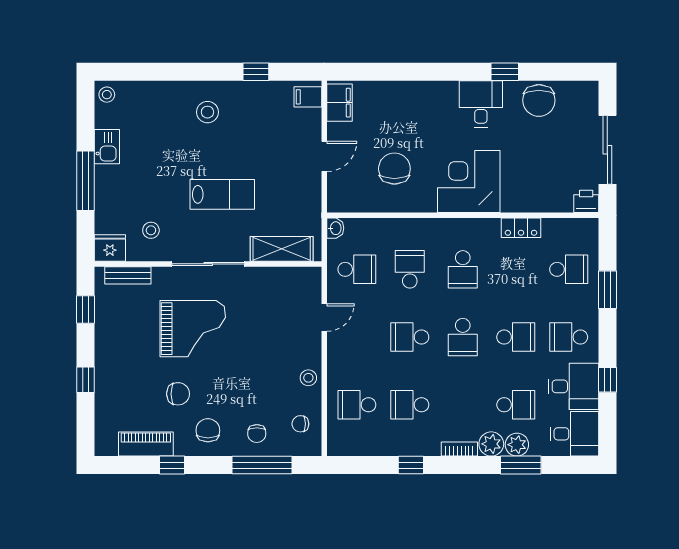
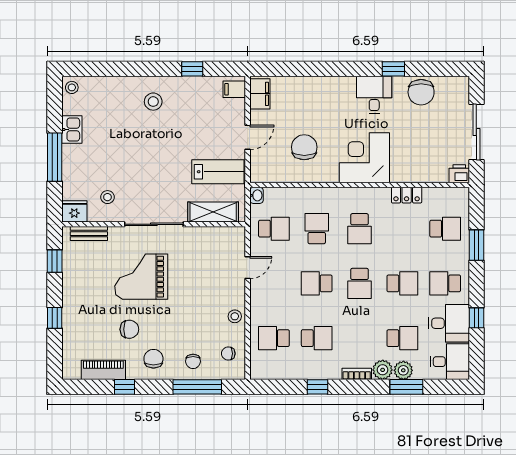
lab bench: (222, 194) -> (218, 172), moved
grand piano: (193, 329) -> (141, 277), turned 180
school desk: (410, 405) -> (317, 338), turned 180

